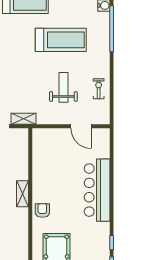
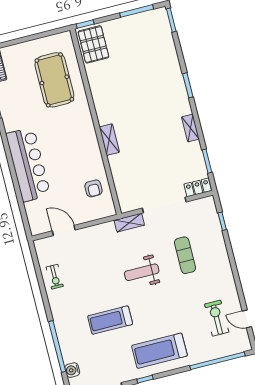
treadmill: (61, 40) -> (110, 320), width x0.73, depth x0.73
weight bench: (63, 87) -> (142, 272), moved, turned 90
armchair: (42, 210) -> (93, 188), moved

